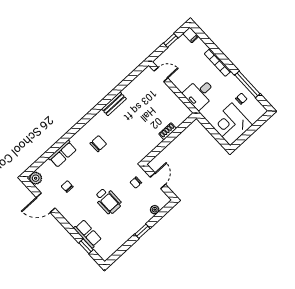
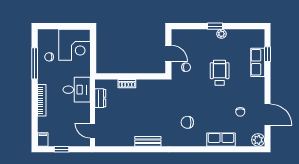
dresser: (177, 103) -> (100, 98), added
door: (158, 181) -> (168, 53), swing flipped
plant: (155, 210) -> (221, 34), moved

